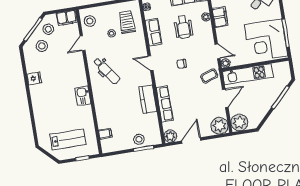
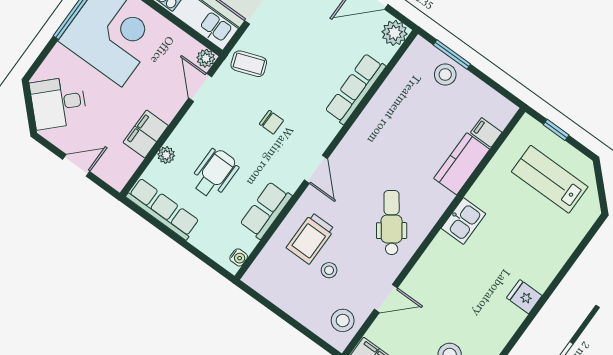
trolley: (127, 22) -> (311, 238), moved
fridge: (34, 78) -> (524, 297), moved
kitchen counter: (148, 99) -> (462, 164), moved, turned 180

